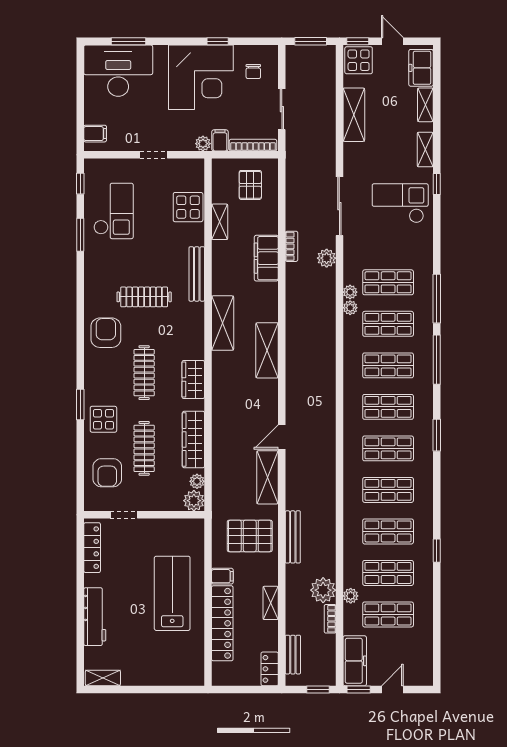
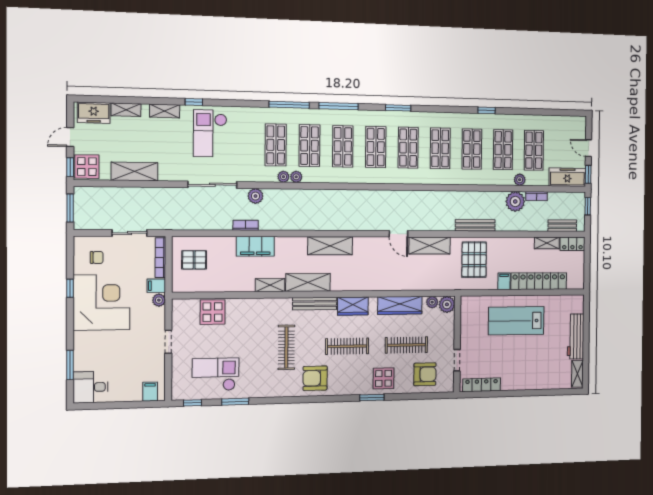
desk: (118, 71) -> (91, 387), width x0.53, depth x0.77
shelving: (220, 222) -> (270, 285), moved
bench: (197, 274) -> (315, 304), moved
shelving: (271, 603) -> (547, 243), moved
workbench: (95, 617) -> (576, 337), moved, turned -90

